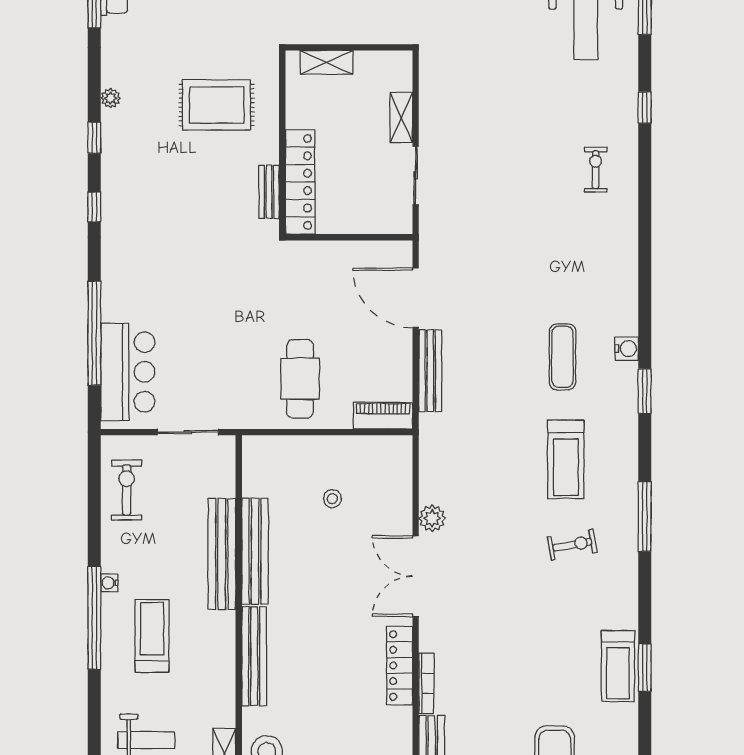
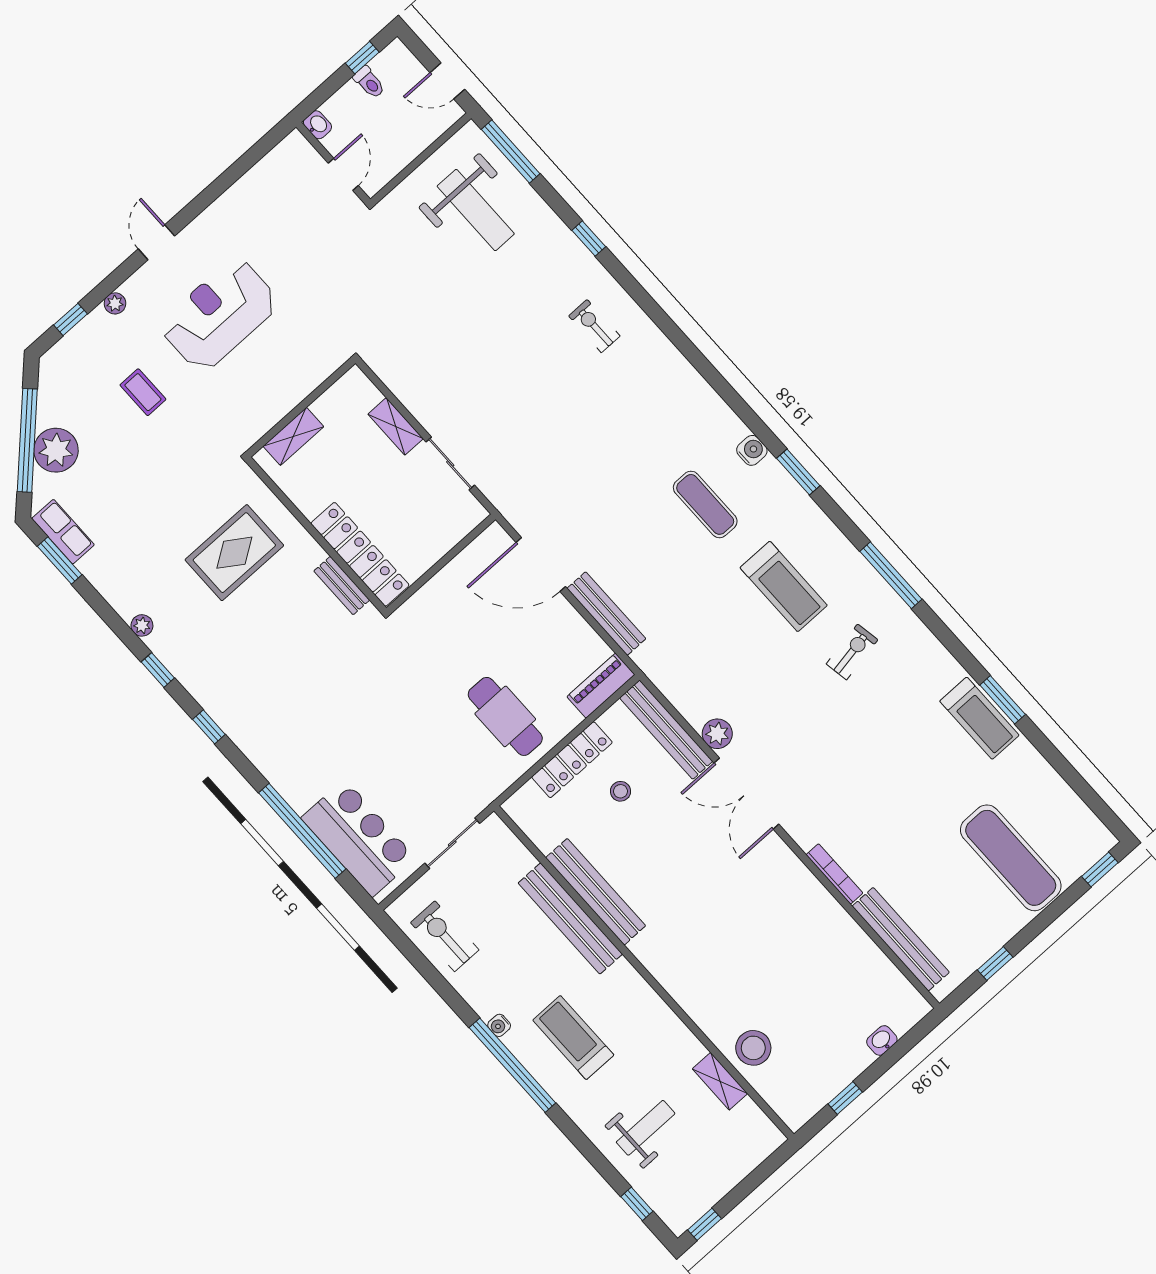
bench: (254, 656) -> (666, 730), moved
locker: (400, 665) -> (572, 760), moved, turned -90

